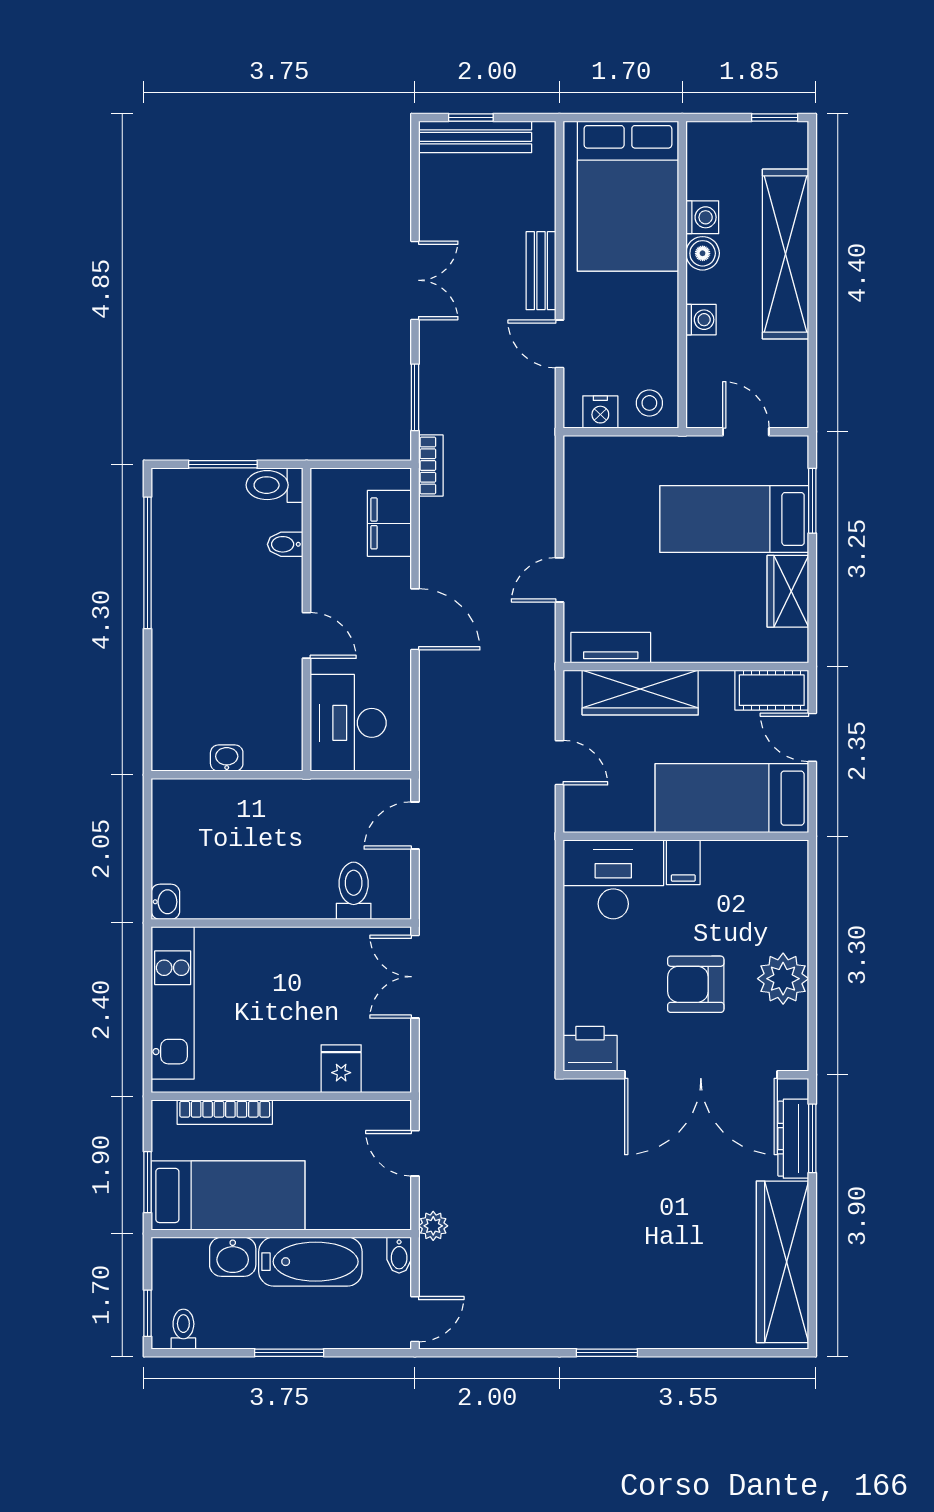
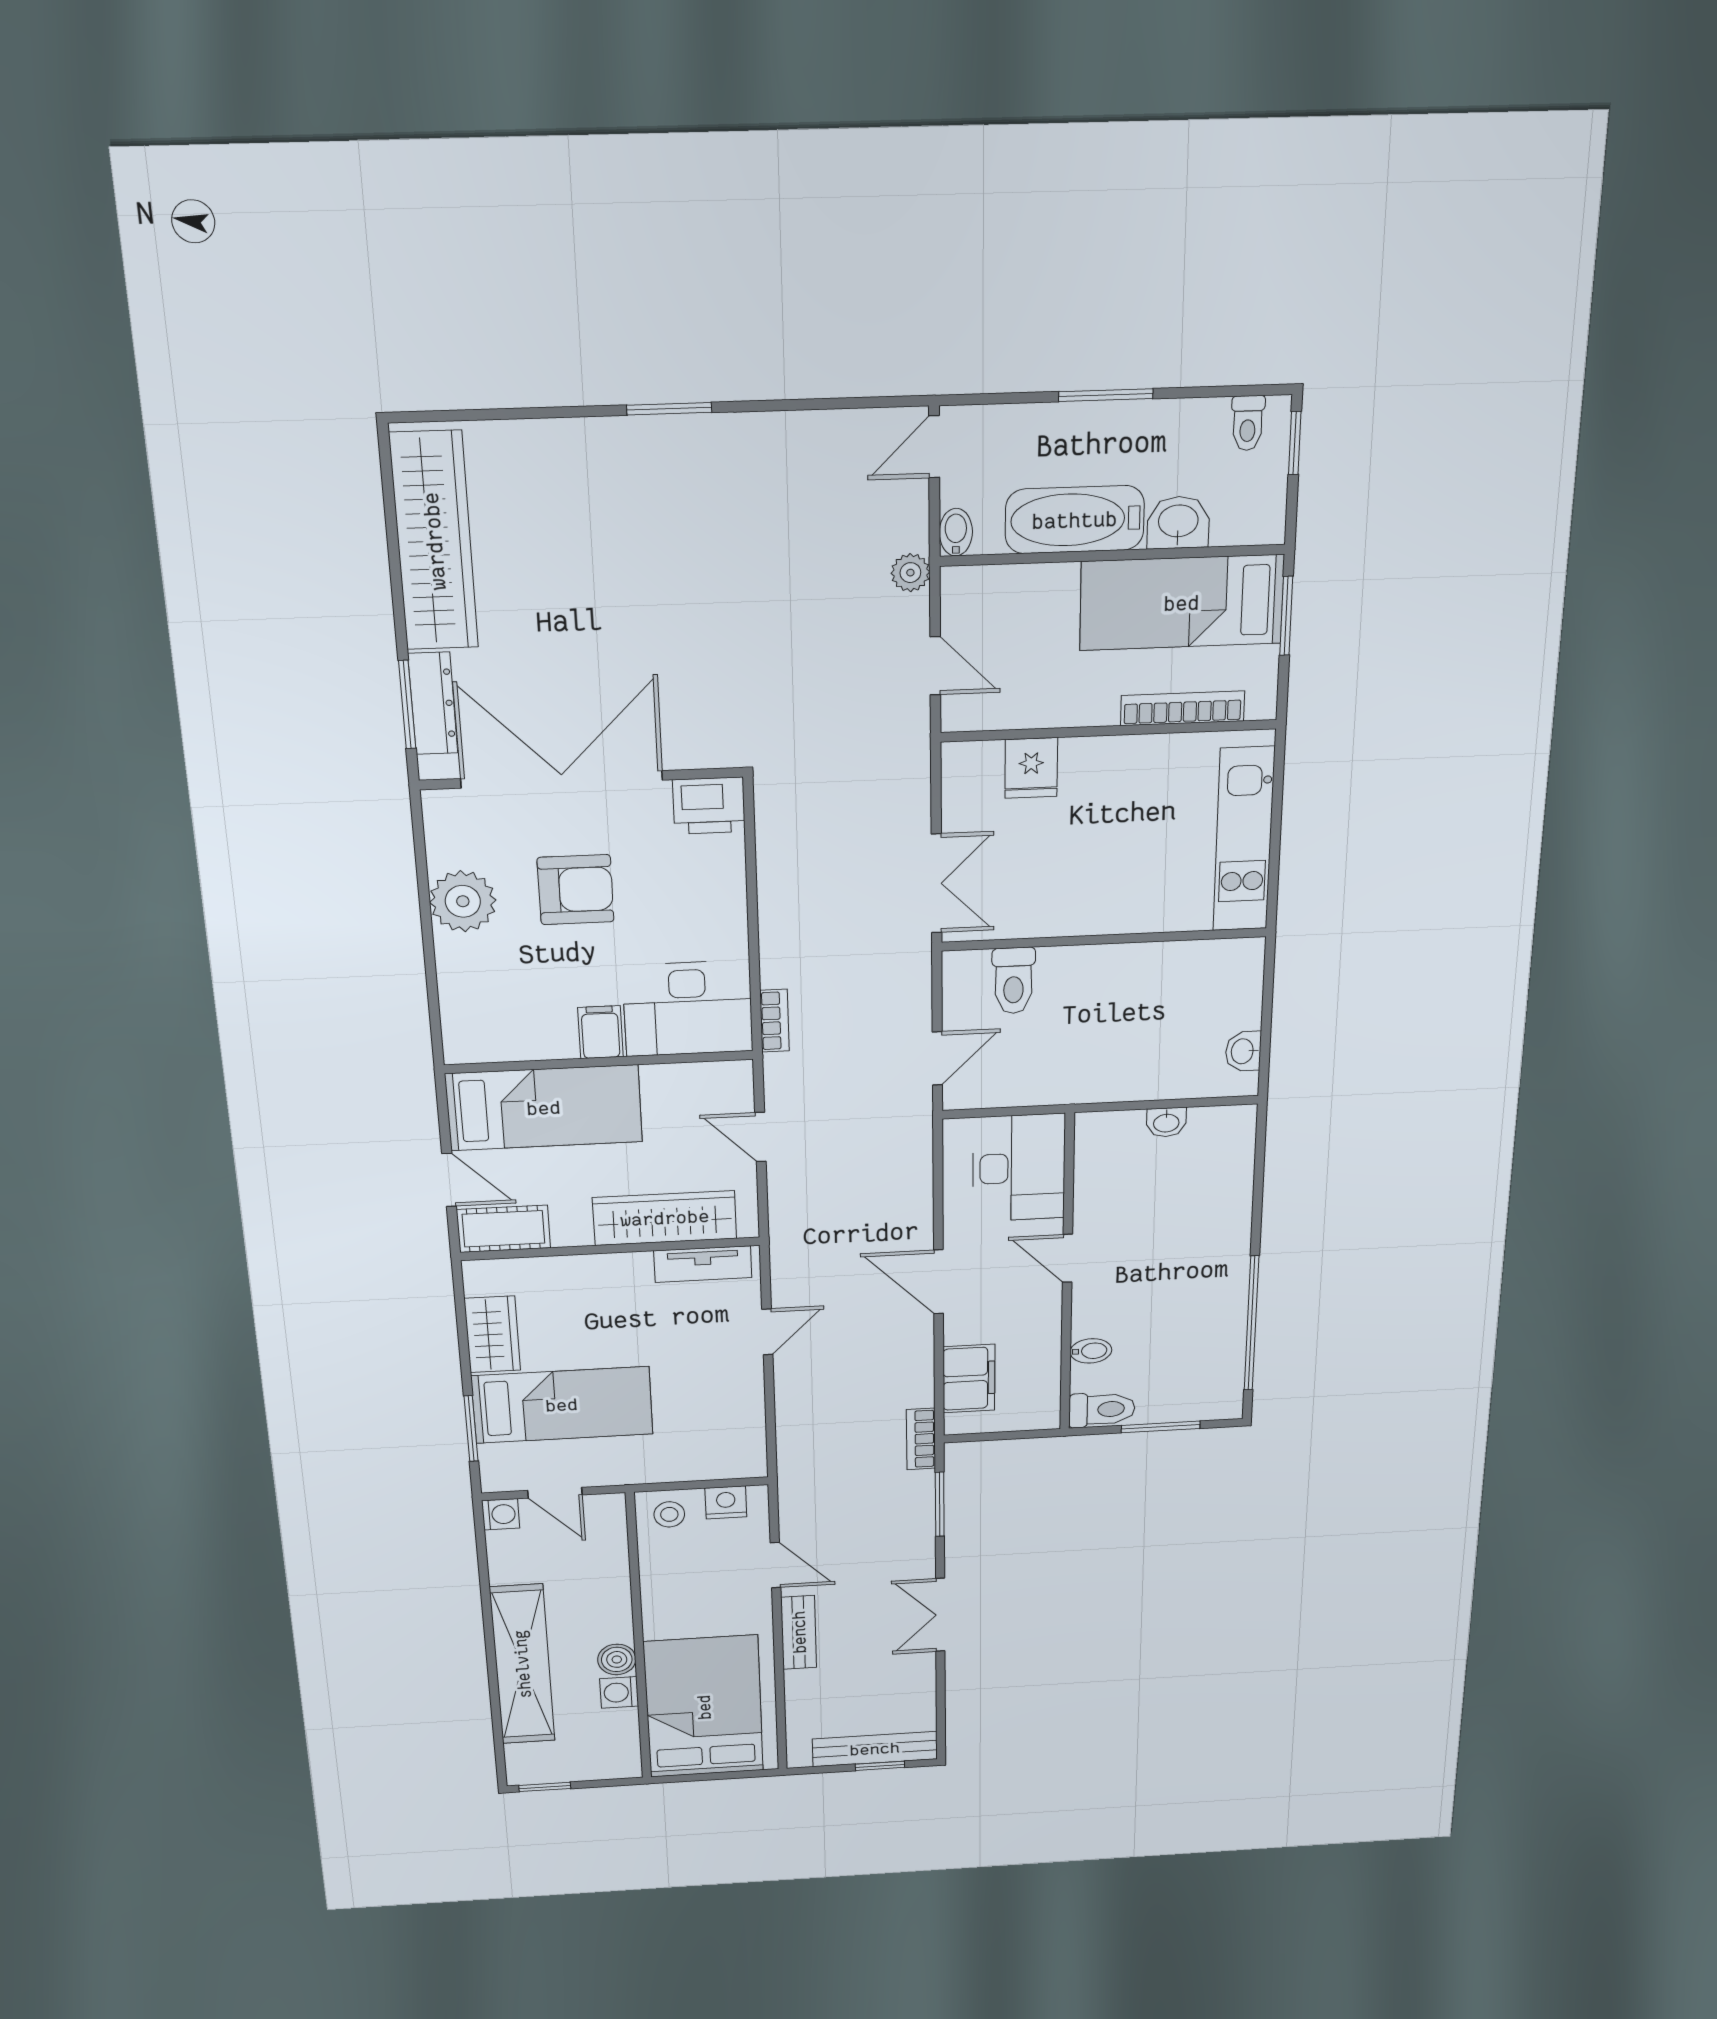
washing machine: (701, 320) -> (501, 1514), moved, turned 180
bookcase: (545, 865) -> (775, 1021), added
washbasin: (165, 902) -> (1243, 1051), moved

